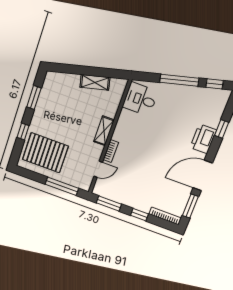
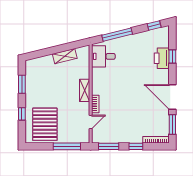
window: (179, 80) -> (117, 35), moved
printer: (203, 139) -> (162, 58), moved
pallet: (45, 153) -> (45, 124), turned 90
door: (203, 175) -> (172, 97), hinge flipped

